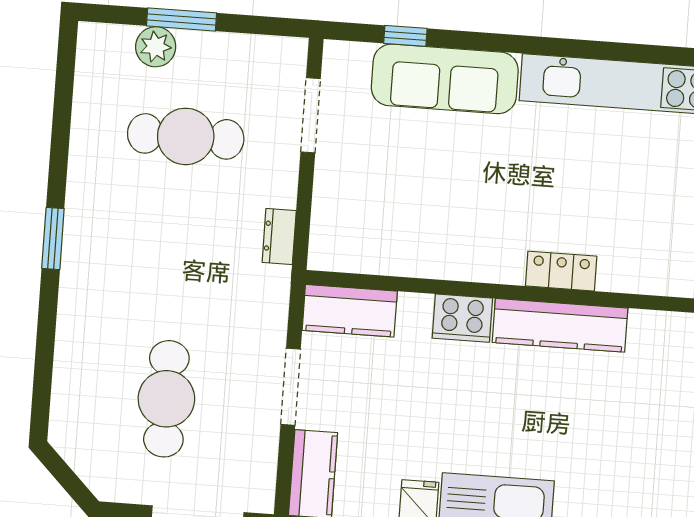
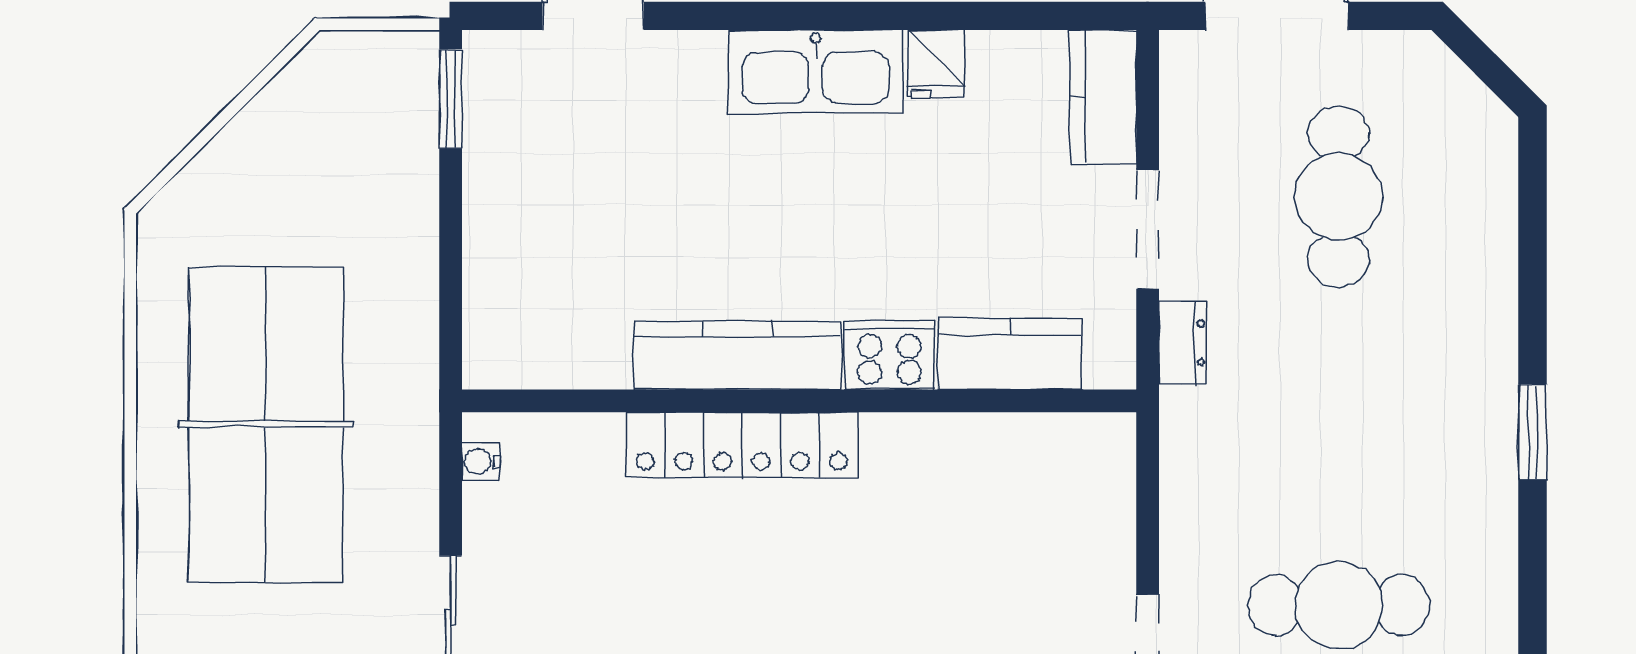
dresser: (279, 236) -> (1182, 343), moved
locker: (561, 271) -> (742, 445), width x2.16, depth x1.21
kitchen counter: (350, 311) -> (1010, 354), moved

